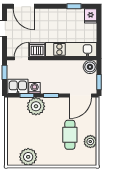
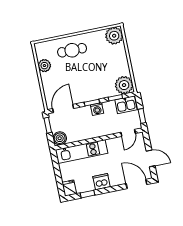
dishwasher: (37, 50) -> (102, 182), moved, turned 180
washing machine: (34, 88) -> (97, 109), moved
plant: (36, 106) -> (124, 85), moved
cafe table: (70, 135) -> (72, 50), moved, turned 90
plant: (28, 157) -> (114, 36), moved

